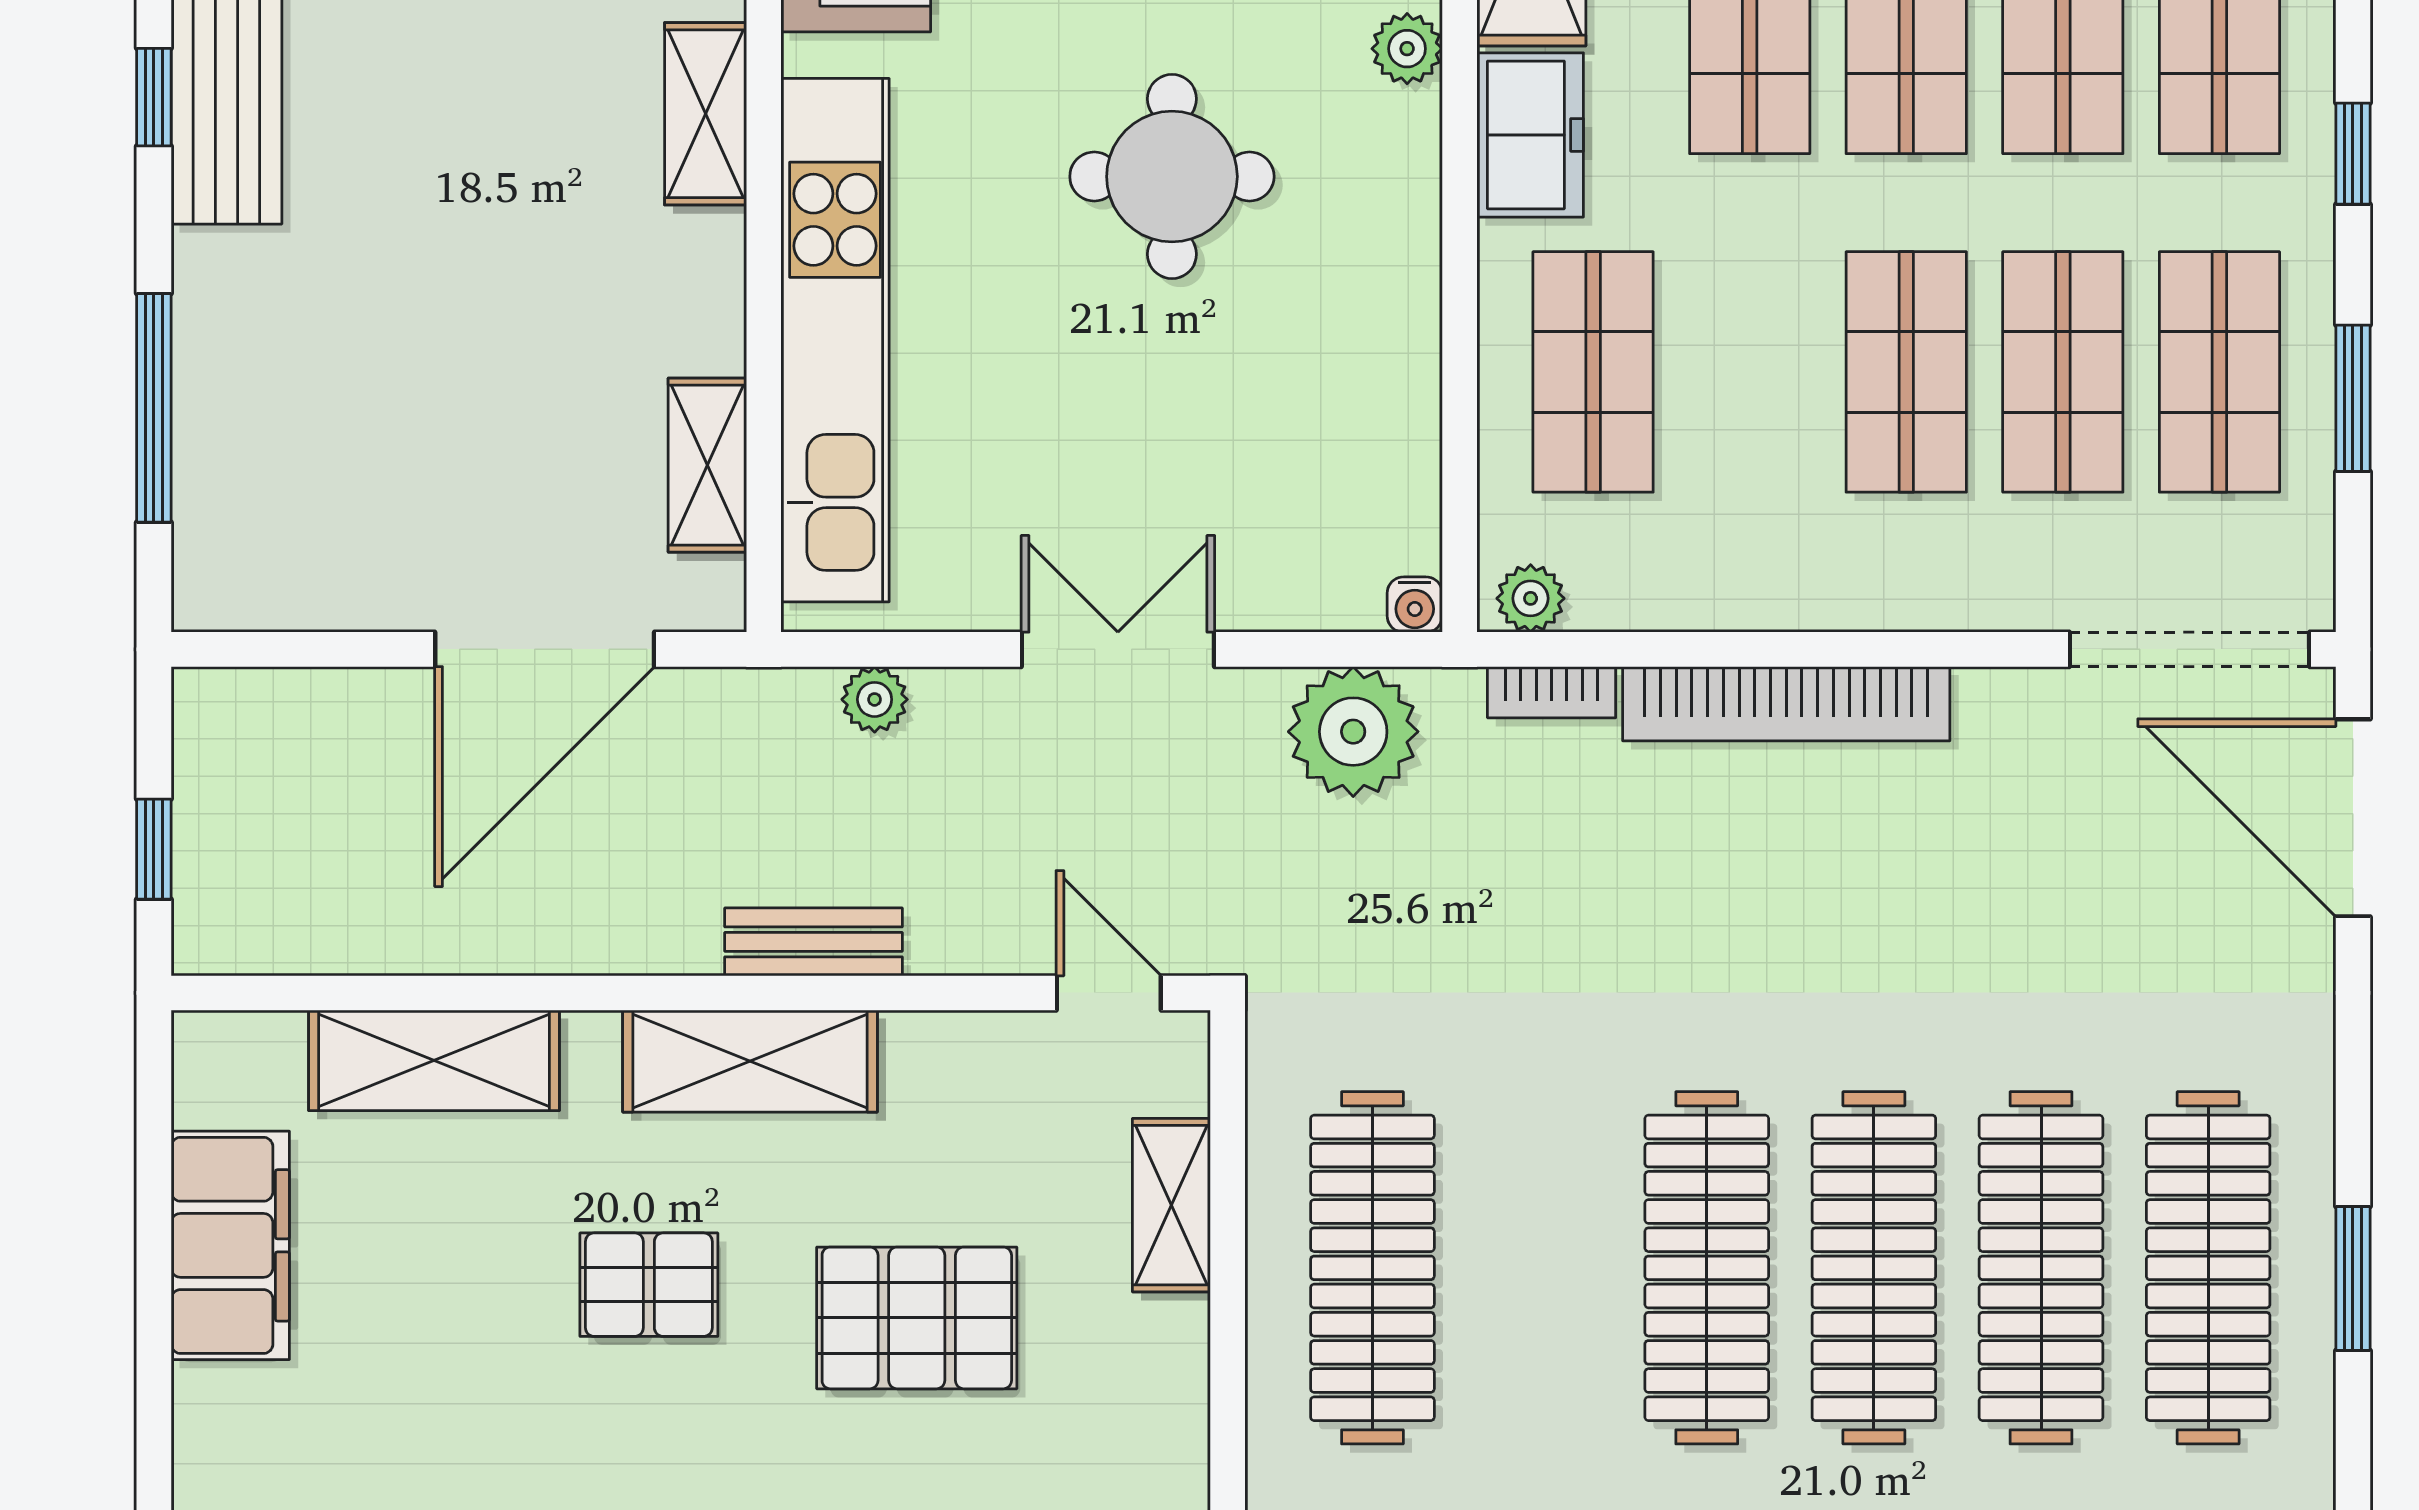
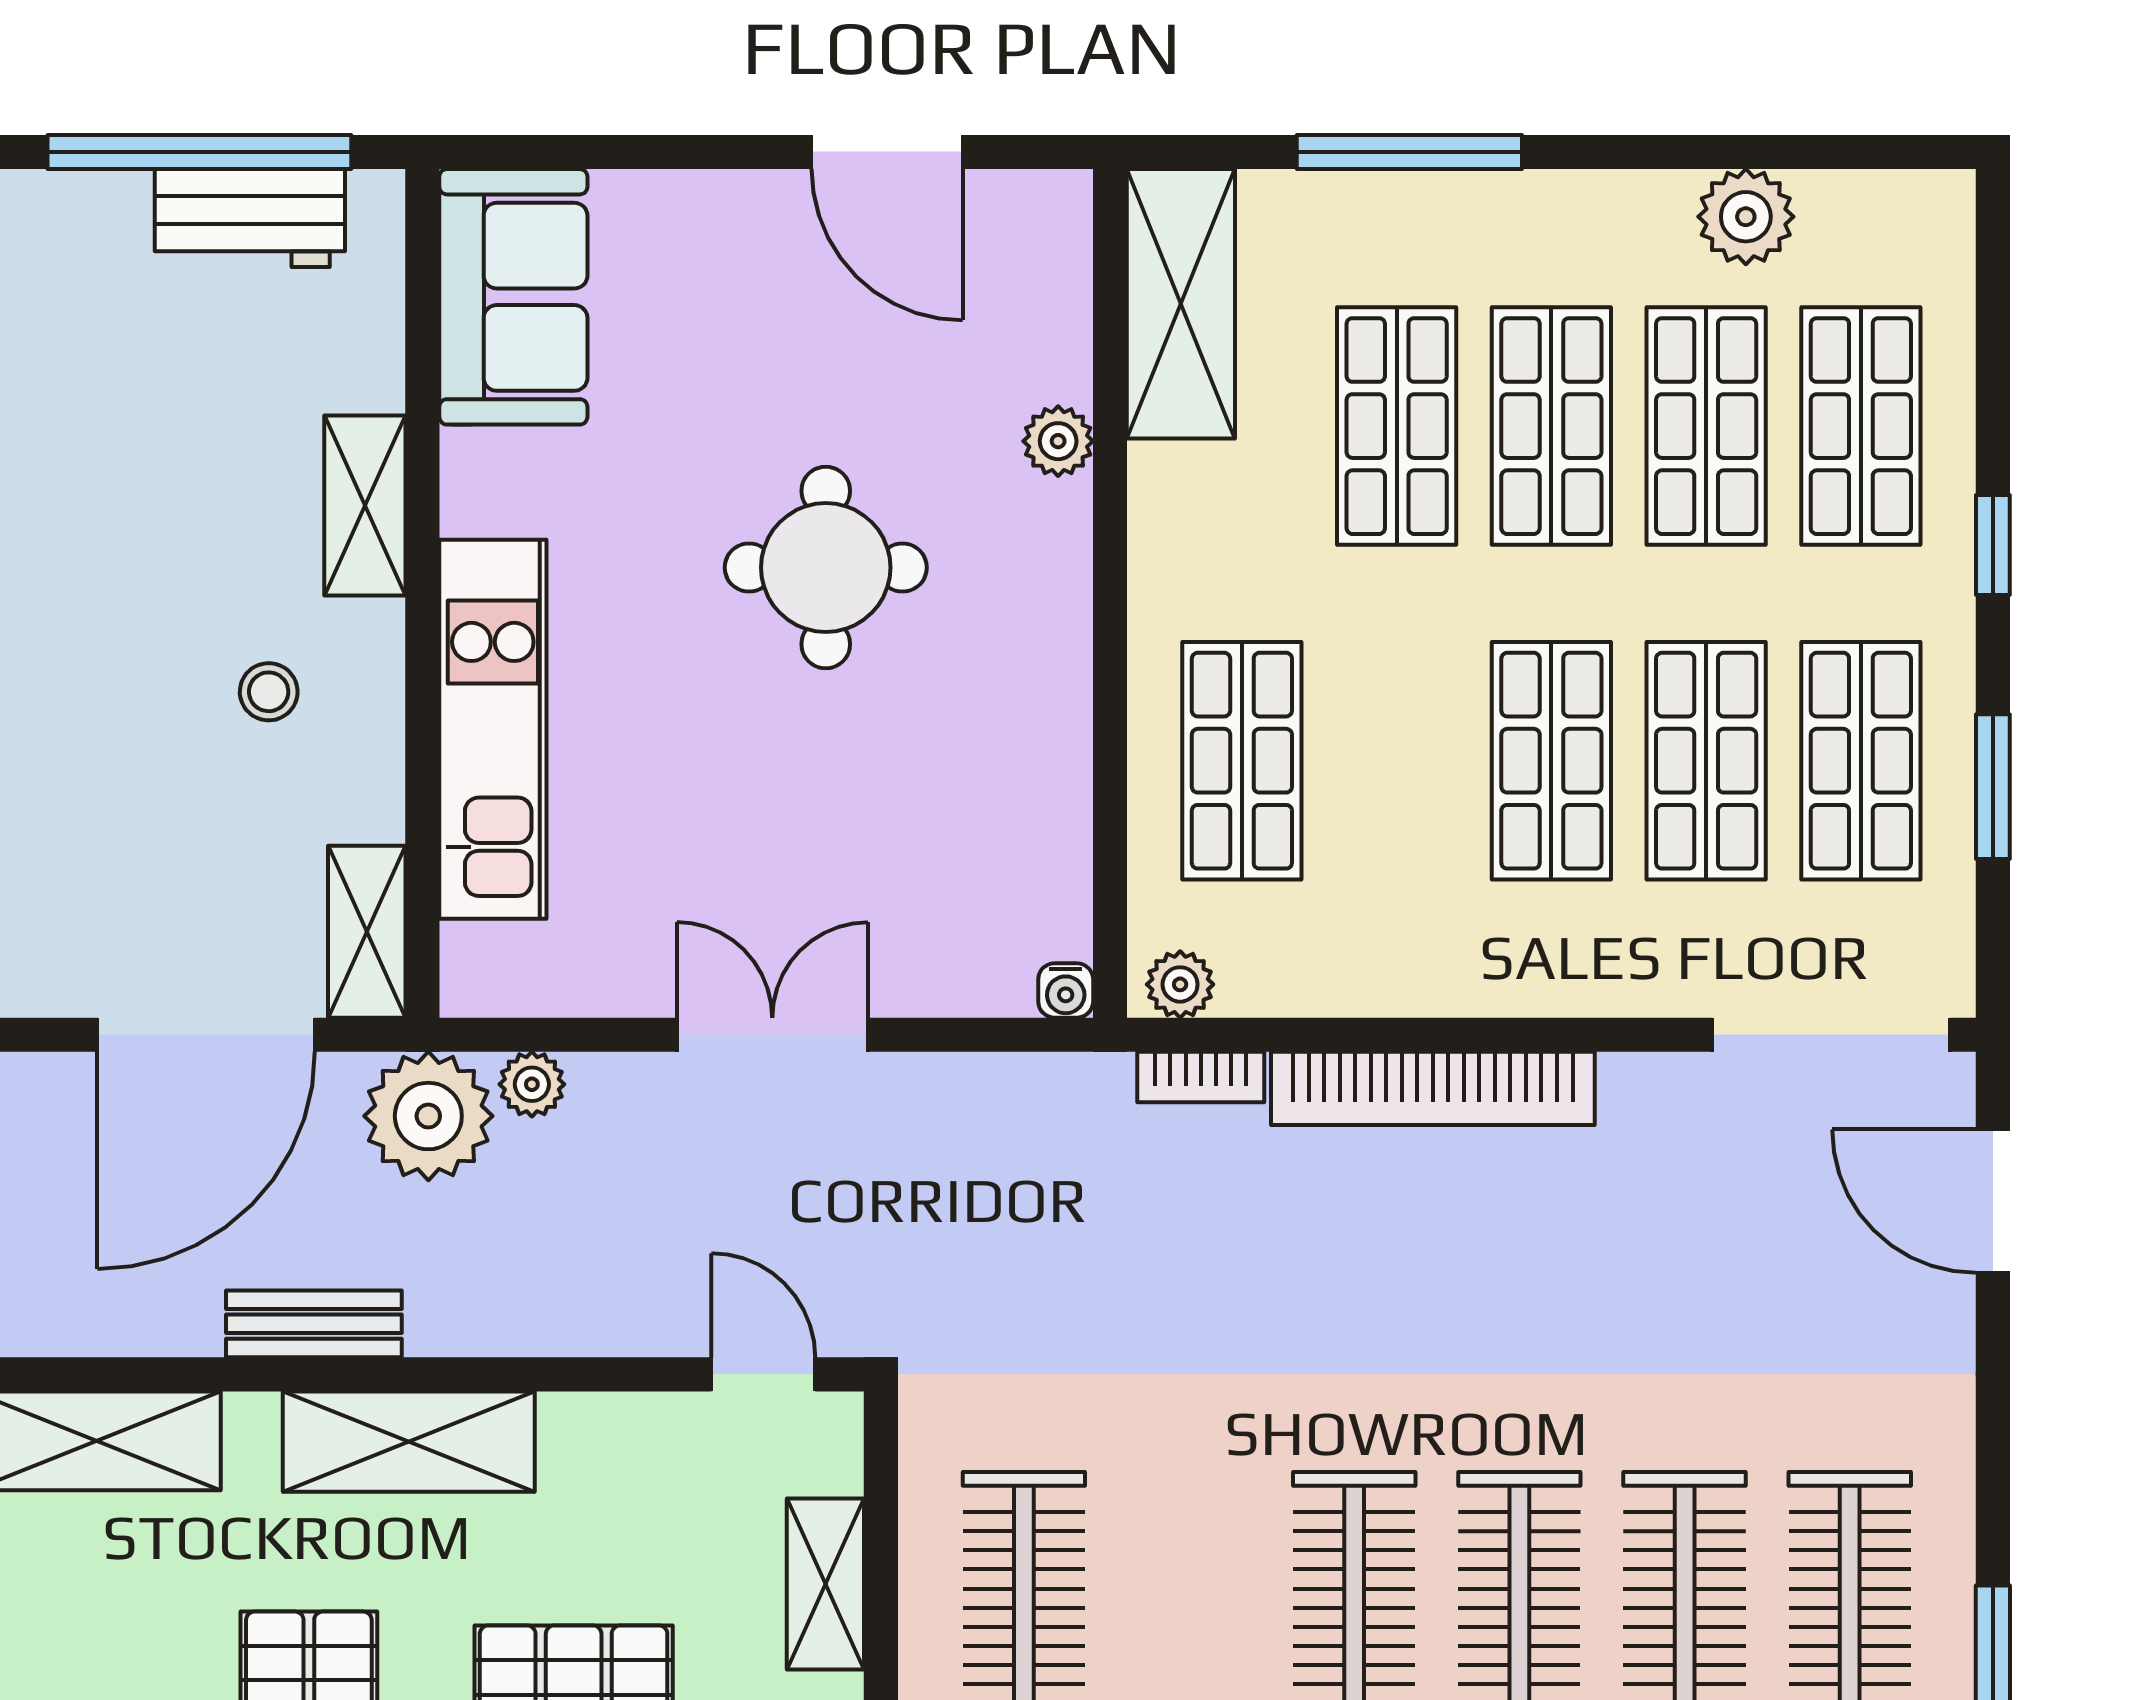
freezer: (1530, 135) -> (1180, 526), removed
stool: (608, 302) -> (269, 692), added
kitchen unit: (835, 340) -> (493, 729), width x0.73
shelving: (707, 465) -> (367, 932), moved
plant: (1353, 732) -> (428, 1116), moved
door: (2353, 818) -> (1993, 1201), width x0.73
bench: (813, 942) -> (314, 1324), moved

